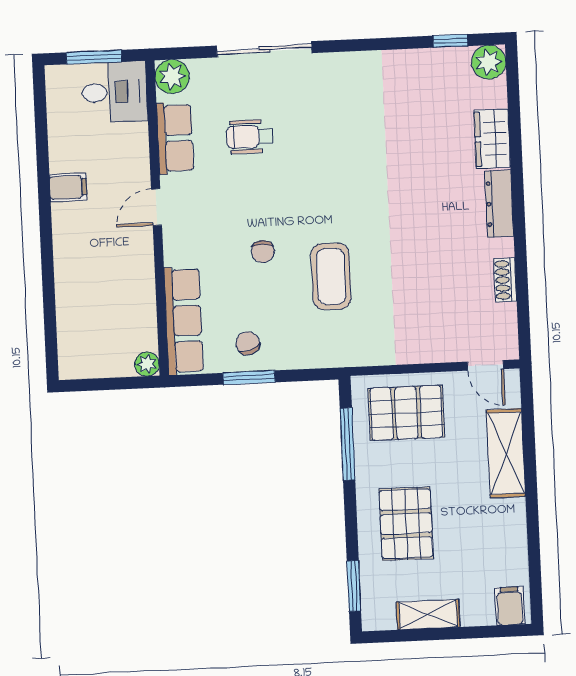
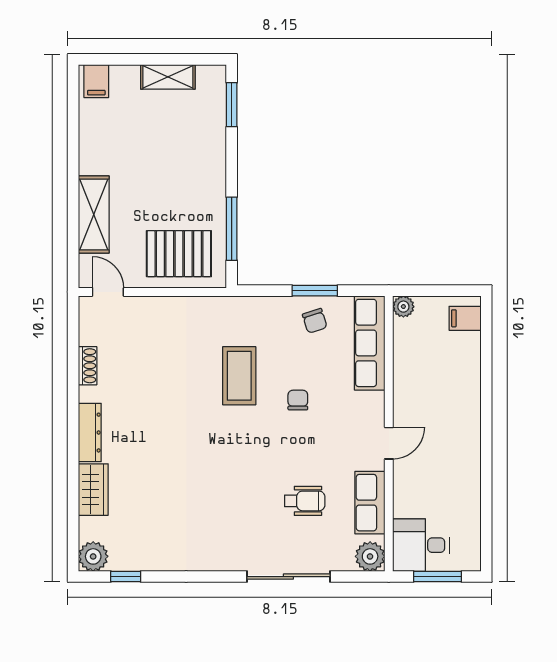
filing cabinet: (68, 187) -> (465, 318), moved
pallet: (406, 524) -> (184, 157), removed

